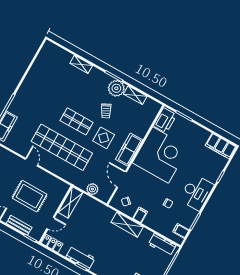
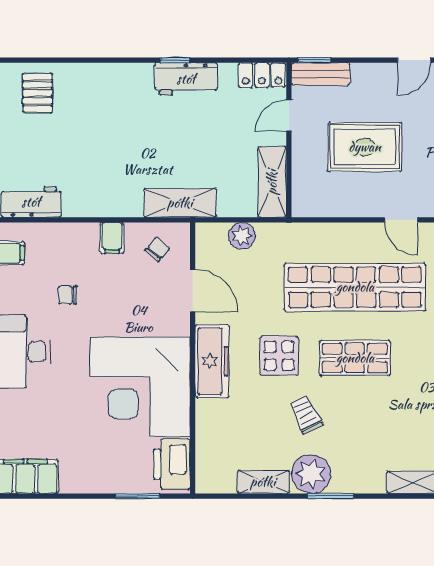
bench: (19, 225) -> (321, 74), moved
shelving: (127, 225) -> (180, 203), moved

